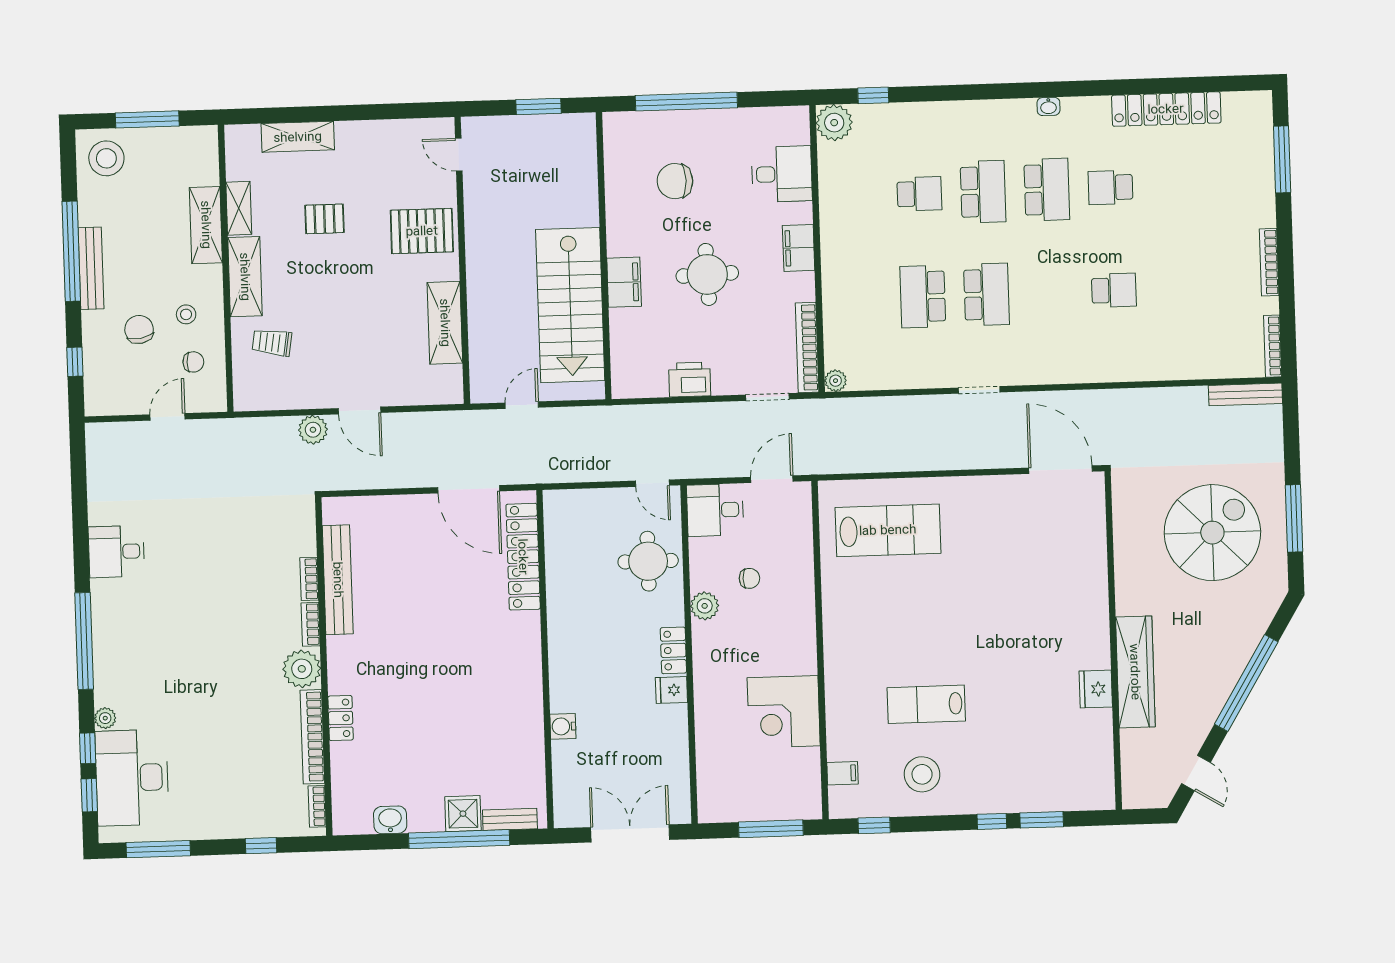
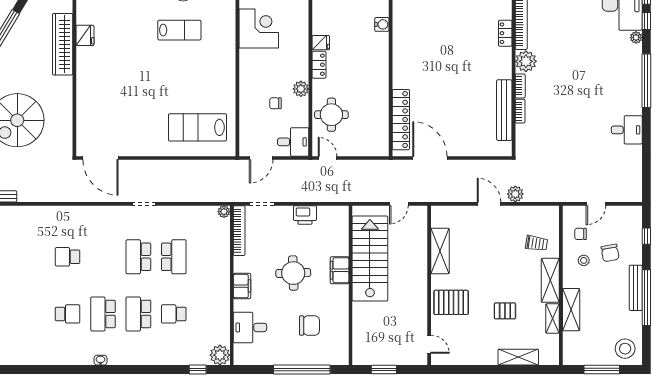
locker: (1166, 109) -> (35, 356), removed

